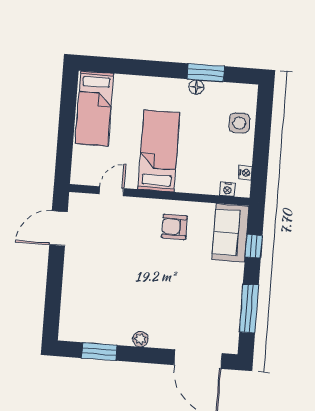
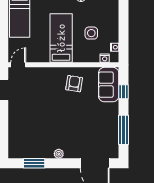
side table: (239, 123) -> (91, 33), moved
door: (112, 191) -> (18, 65), moved
armchair: (174, 227) -> (74, 84), turned 99

